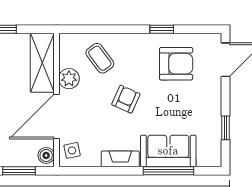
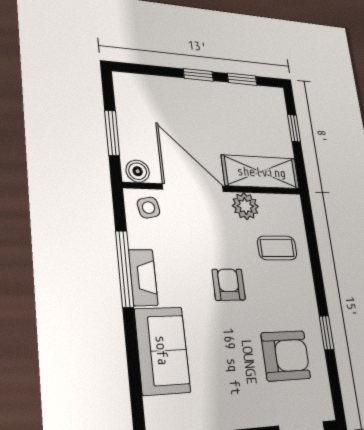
coffee table: (100, 58) -> (277, 248), turned 37
armchair: (176, 64) -> (286, 356), turned -90
armchair: (126, 99) -> (229, 285), turned -114
window: (168, 171) -> (125, 269), moved

